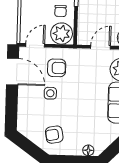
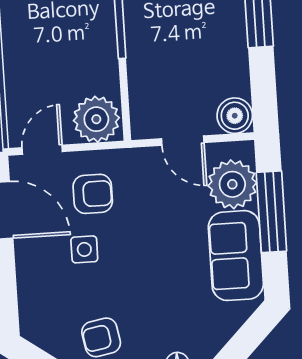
chair: (61, 11) -> (90, 71), removed
door: (101, 47) -> (183, 141), swing flipped

